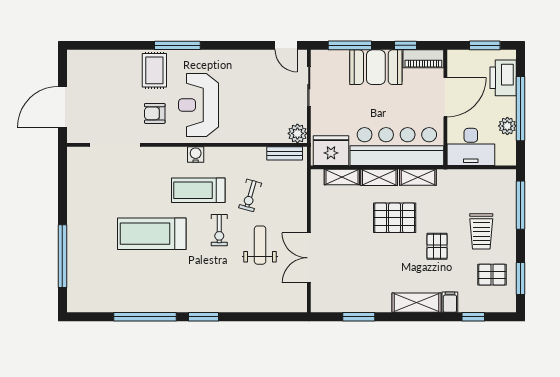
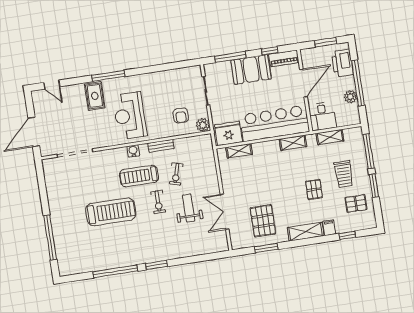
door: (286, 45) -> (52, 85), moved
armchair: (155, 113) -> (181, 115), moved, turned -90
desk: (471, 147) -> (322, 116), width x0.73
bench: (285, 153) -> (161, 146), moved
shelving: (379, 177) -> (330, 137), moved
pallet: (395, 218) -> (263, 221), moved, turned 90
treadmill: (152, 234) -> (111, 212), turned 180
window: (521, 278) -> (374, 186), moved

